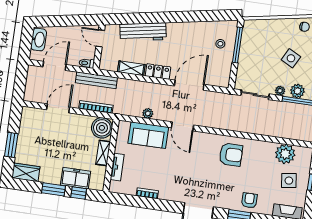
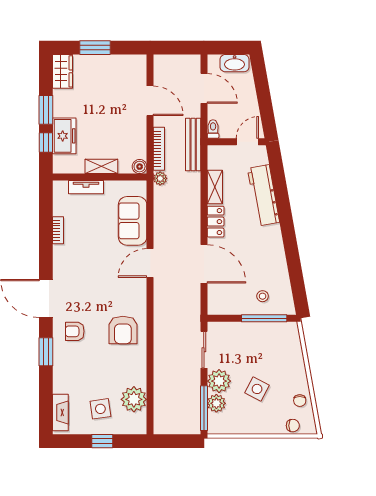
plant: (280, 91) -> (219, 381), width x1.88, depth x1.88
plant: (148, 113) -> (160, 178), moved
boiler: (102, 128) -> (140, 167), width x0.54, depth x0.54
armchair: (249, 200) -> (75, 331), moved, turned 180

